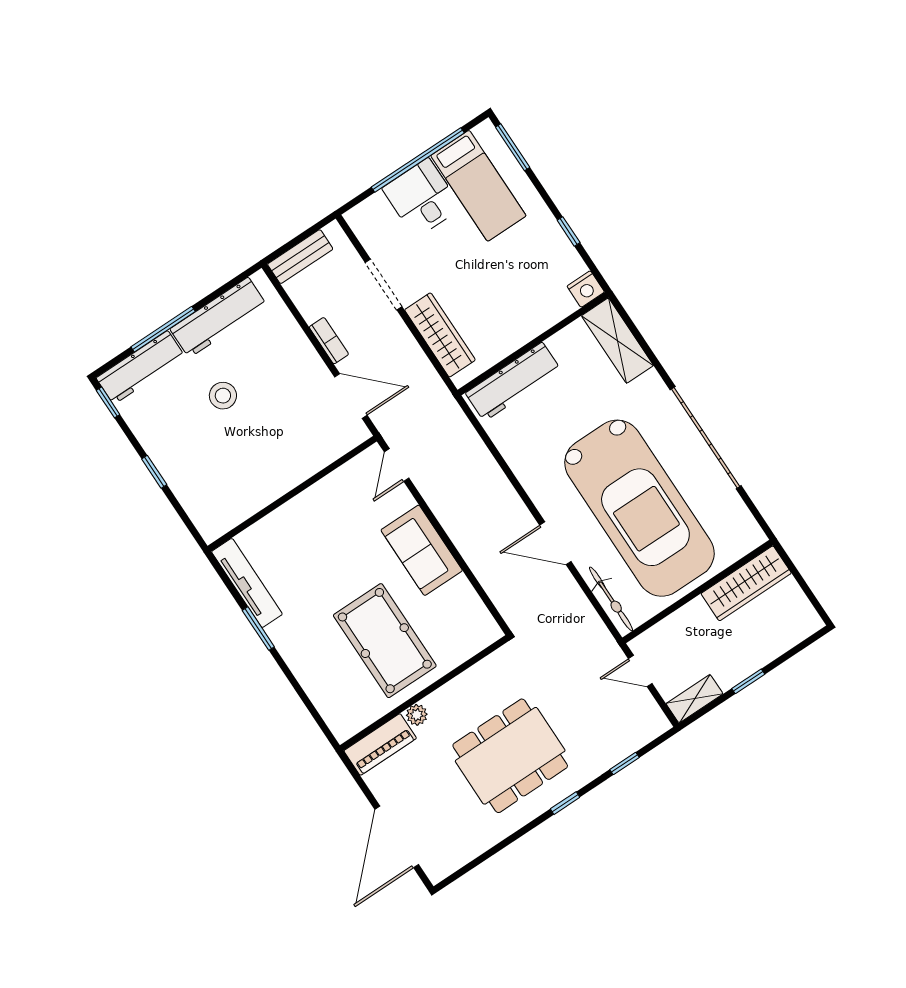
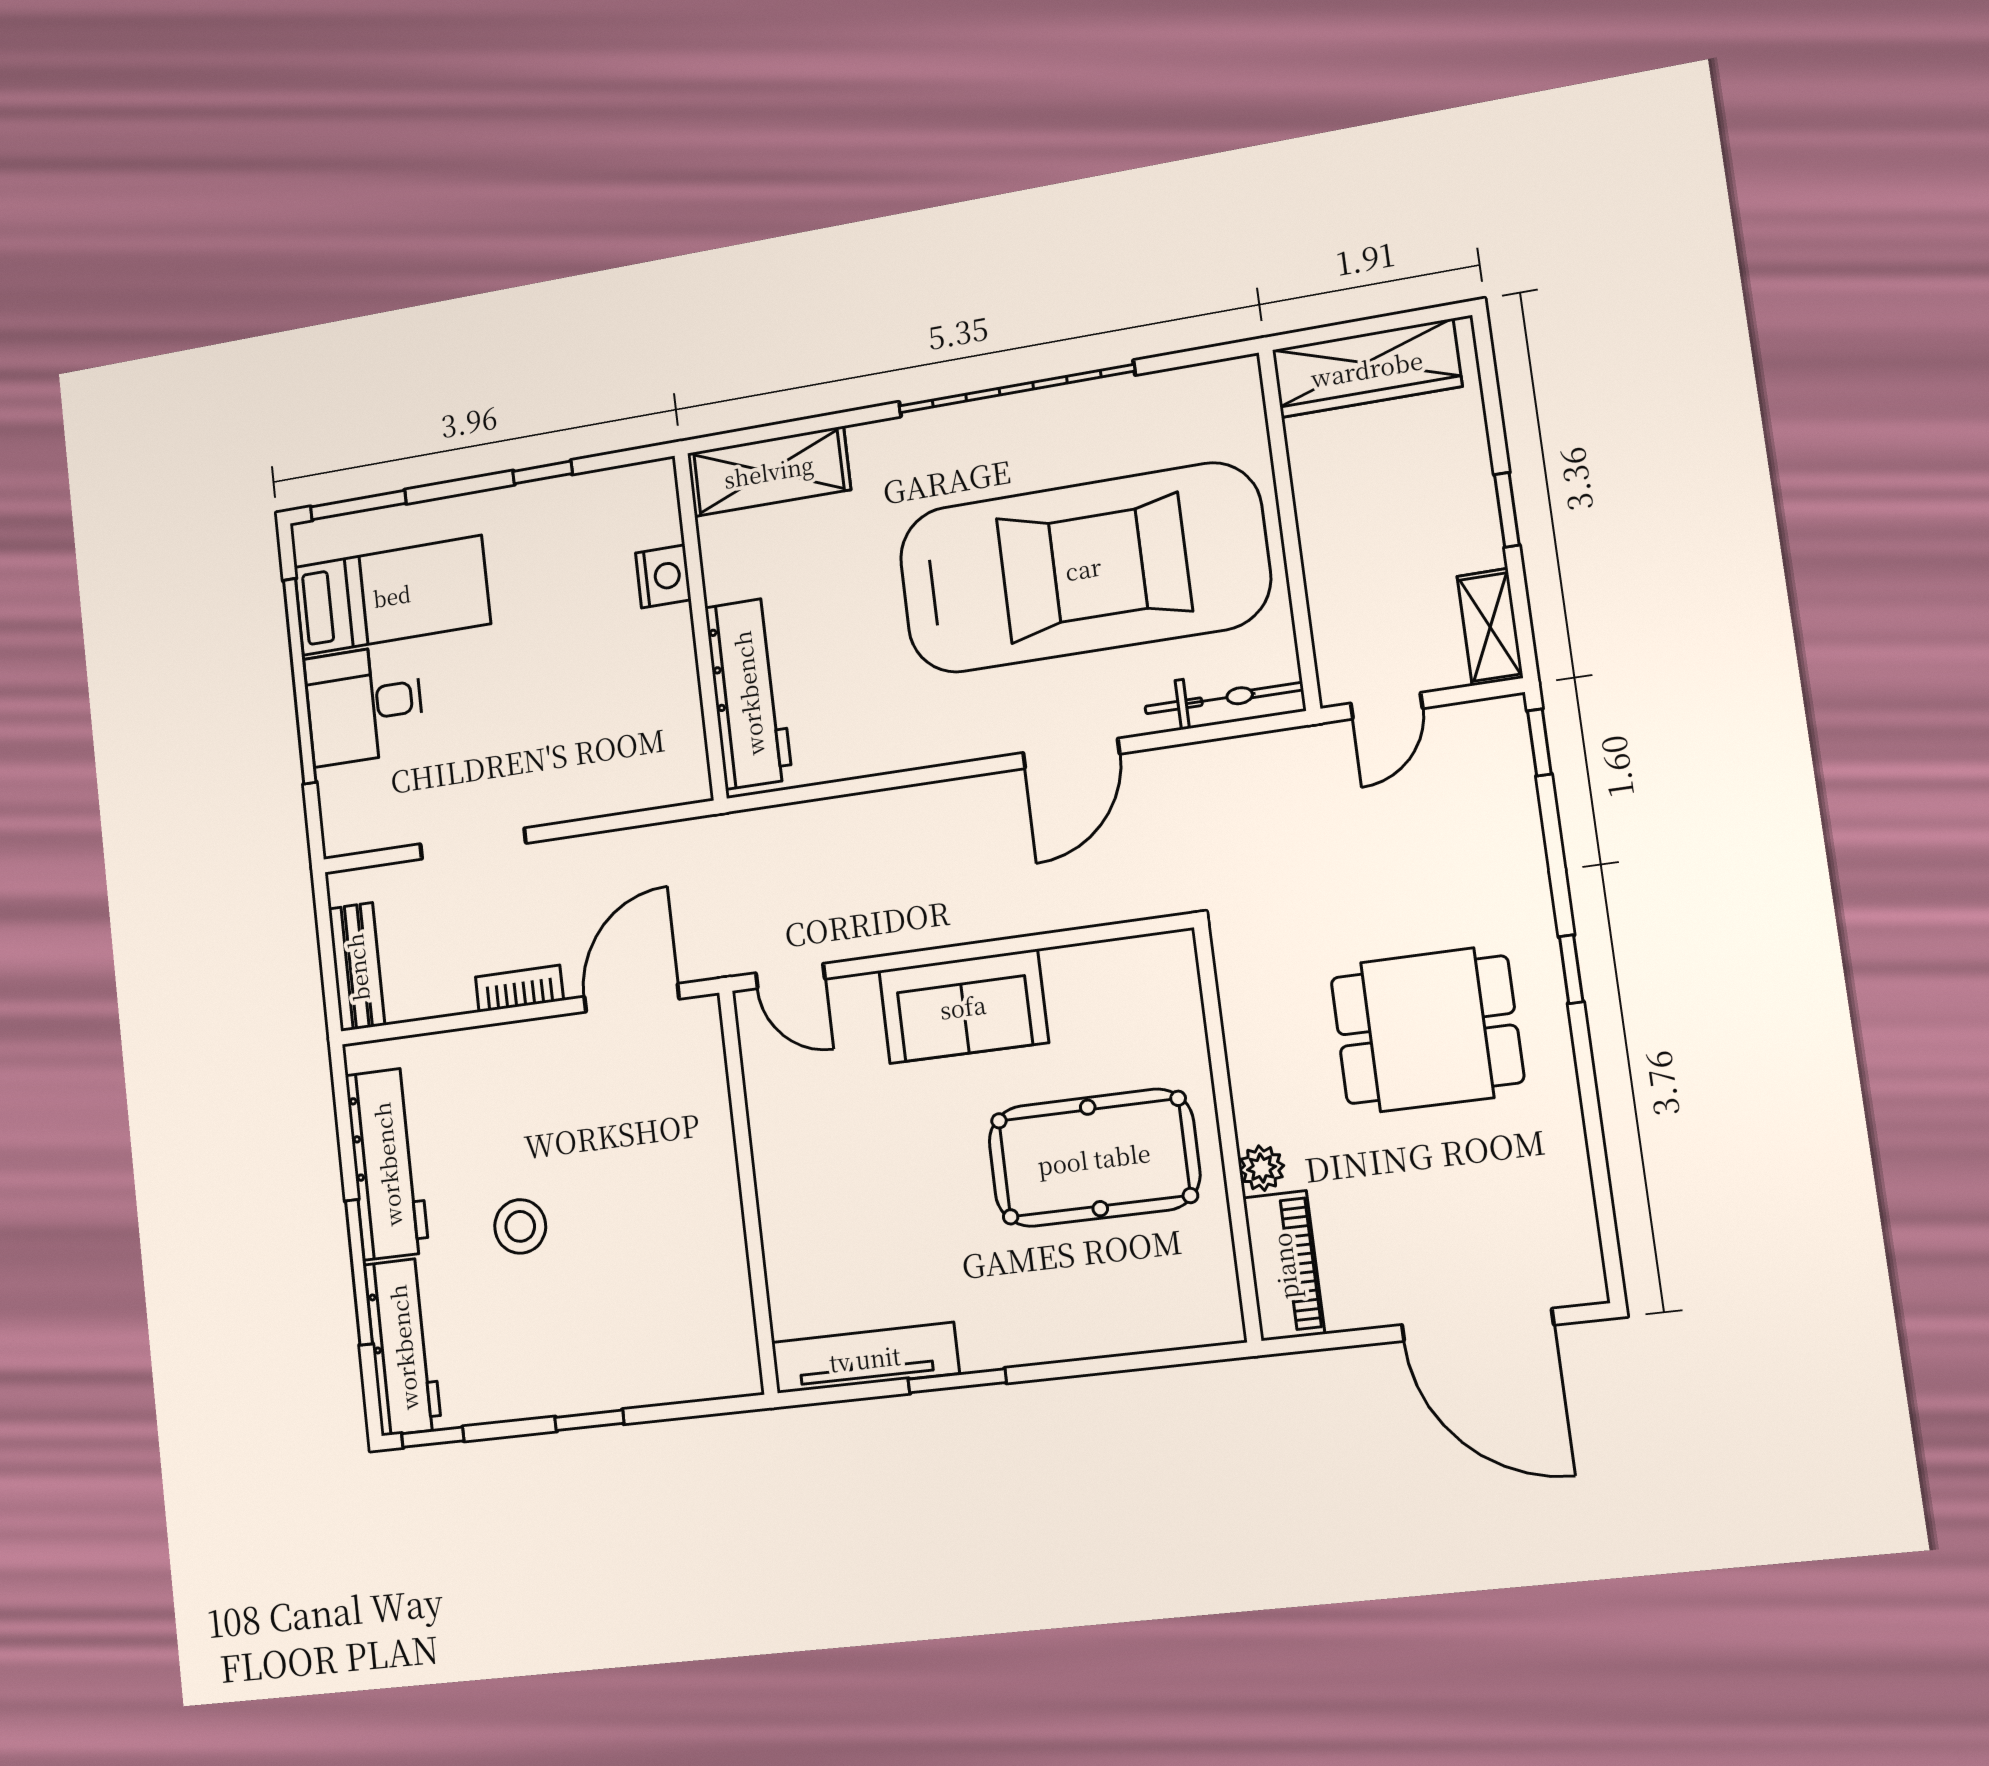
nightstand: (586, 289) -> (663, 576), moved
wardrobe: (440, 335) -> (605, 786), removed
wardrobe: (746, 583) -> (1367, 368), moved, turned 90
dining table: (510, 756) -> (1427, 1030), width x0.73
window: (624, 764) -> (1539, 742), moved

